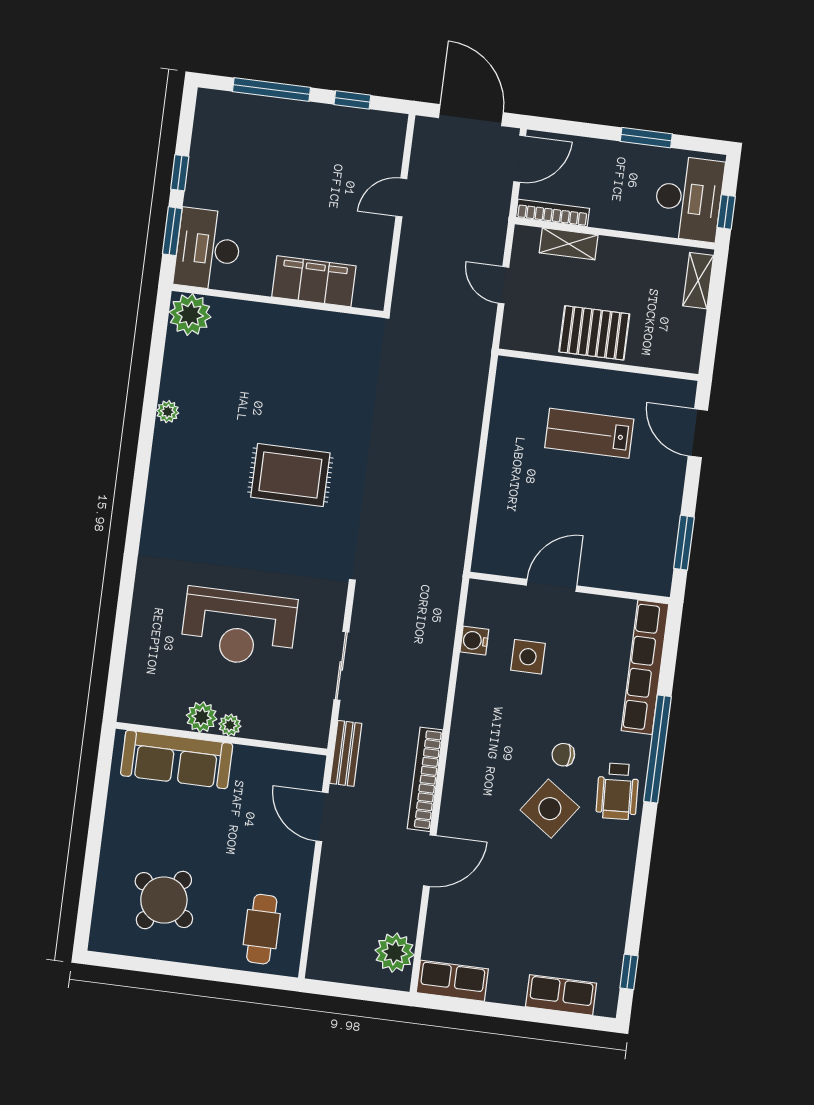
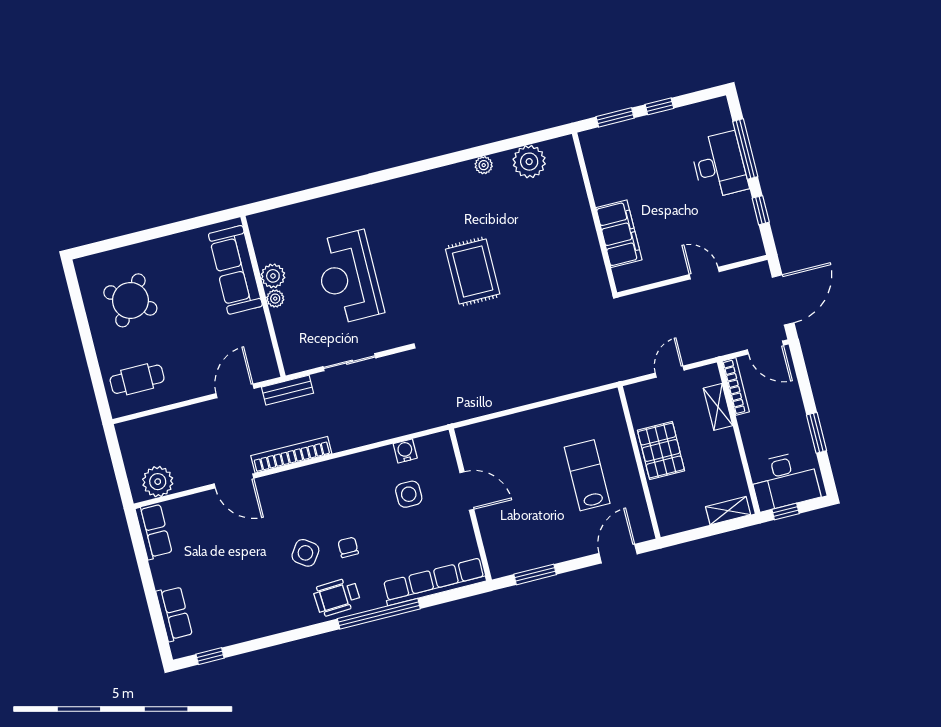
desk: (208, 249) -> (719, 165), moved, turned 90
plant: (190, 314) -> (529, 162), moved
side table: (550, 809) -> (305, 553), width x0.73, depth x0.73

